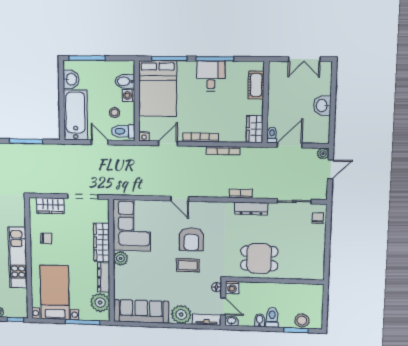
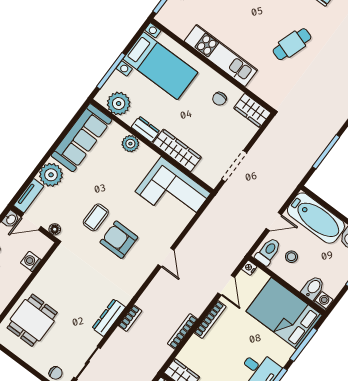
washing machine: (129, 96) -> (323, 301), moved
door: (180, 199) -> (166, 257), swing flipped
wardrobe: (50, 206) -> (252, 110), moved, turned -90
plant: (121, 258) -> (130, 144), moved
dining table: (259, 258) -> (32, 320), moved
dresser: (104, 278) -> (146, 129), width x0.70
washing machine: (232, 287) -> (31, 261), moved

